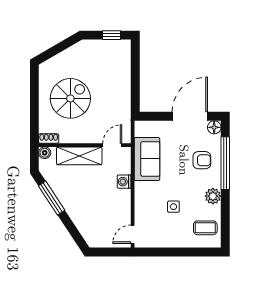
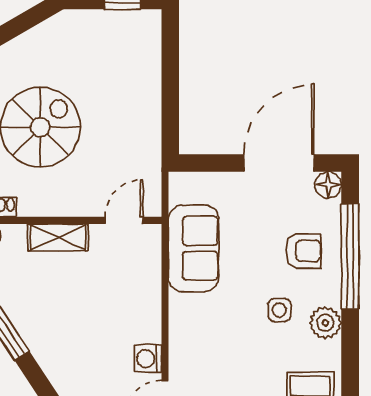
shelving: (79, 156) -> (58, 237), width x0.67, depth x0.75
washing machine: (124, 182) -> (148, 359), moved
side table: (173, 207) -> (279, 310), moved

